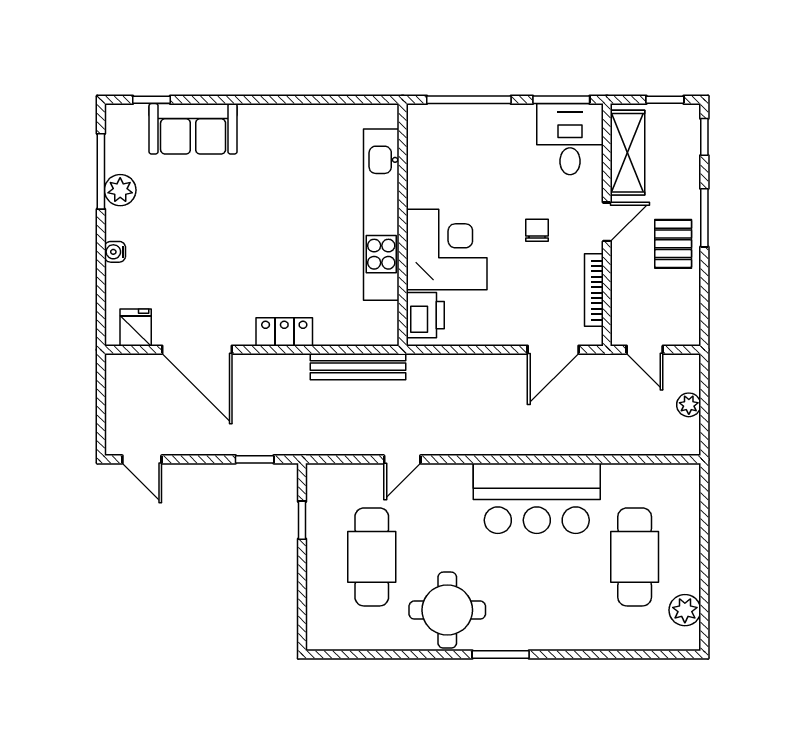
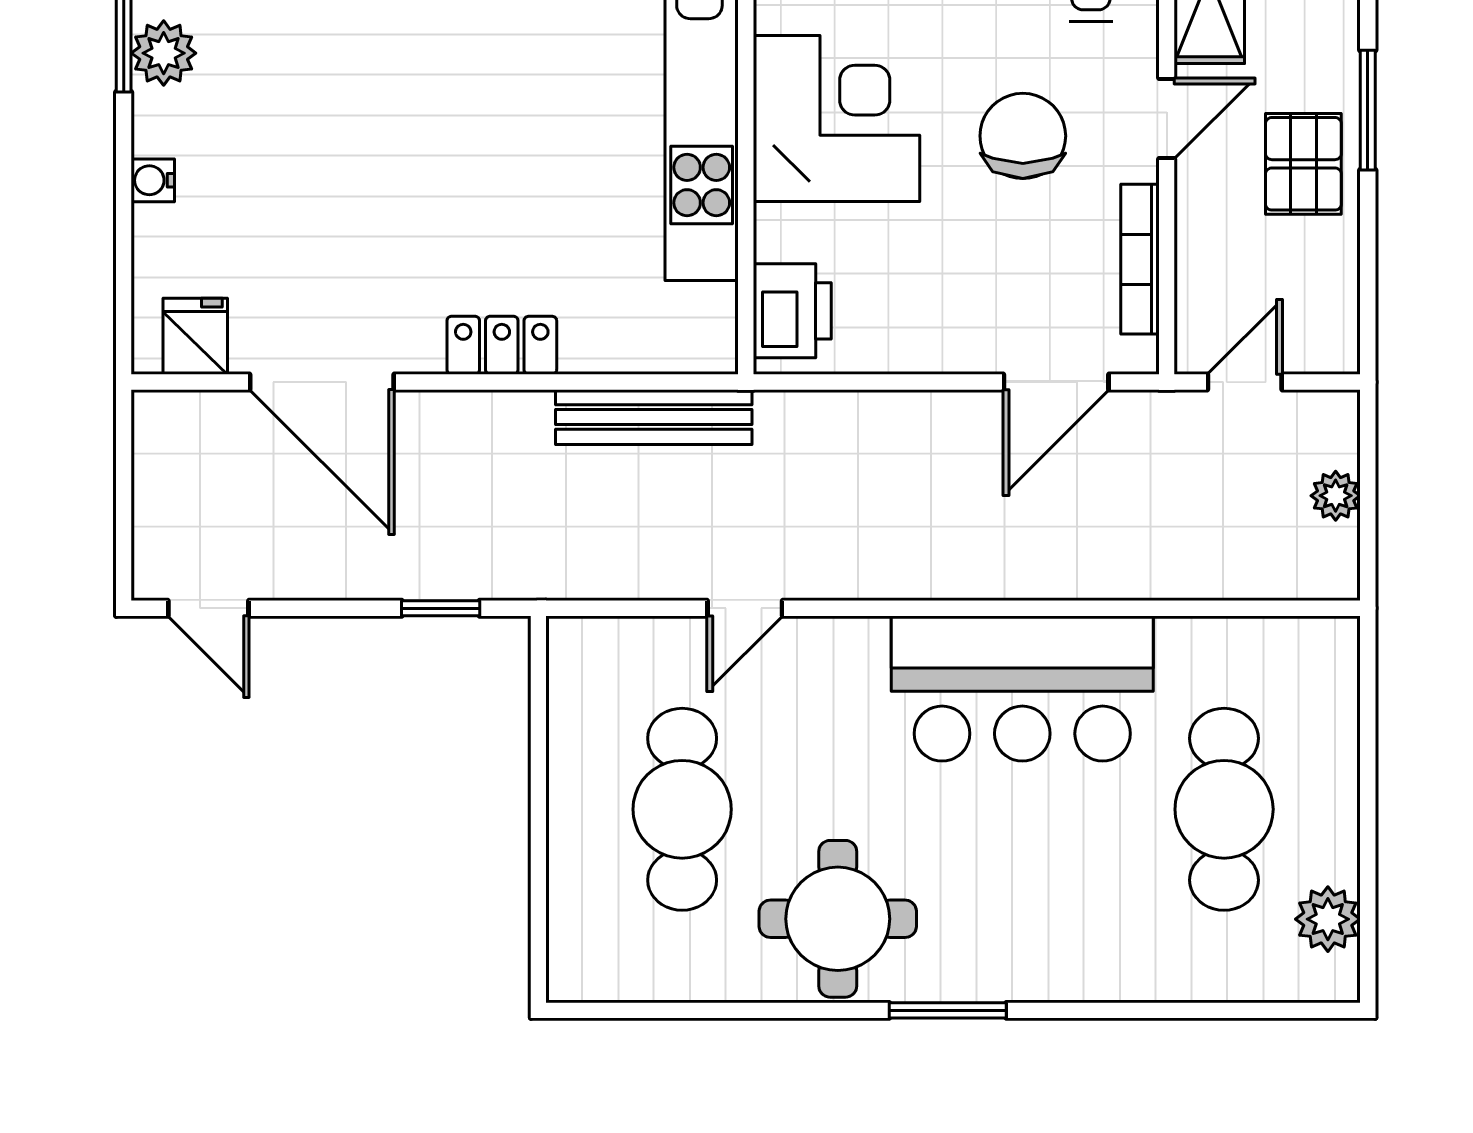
chair: (537, 230) -> (1023, 136), width x1.87, depth x1.87
corner desk: (447, 249) -> (836, 118), moved
door: (645, 350) -> (1245, 382), swing flipped
window: (302, 520) -> (538, 734), removed

